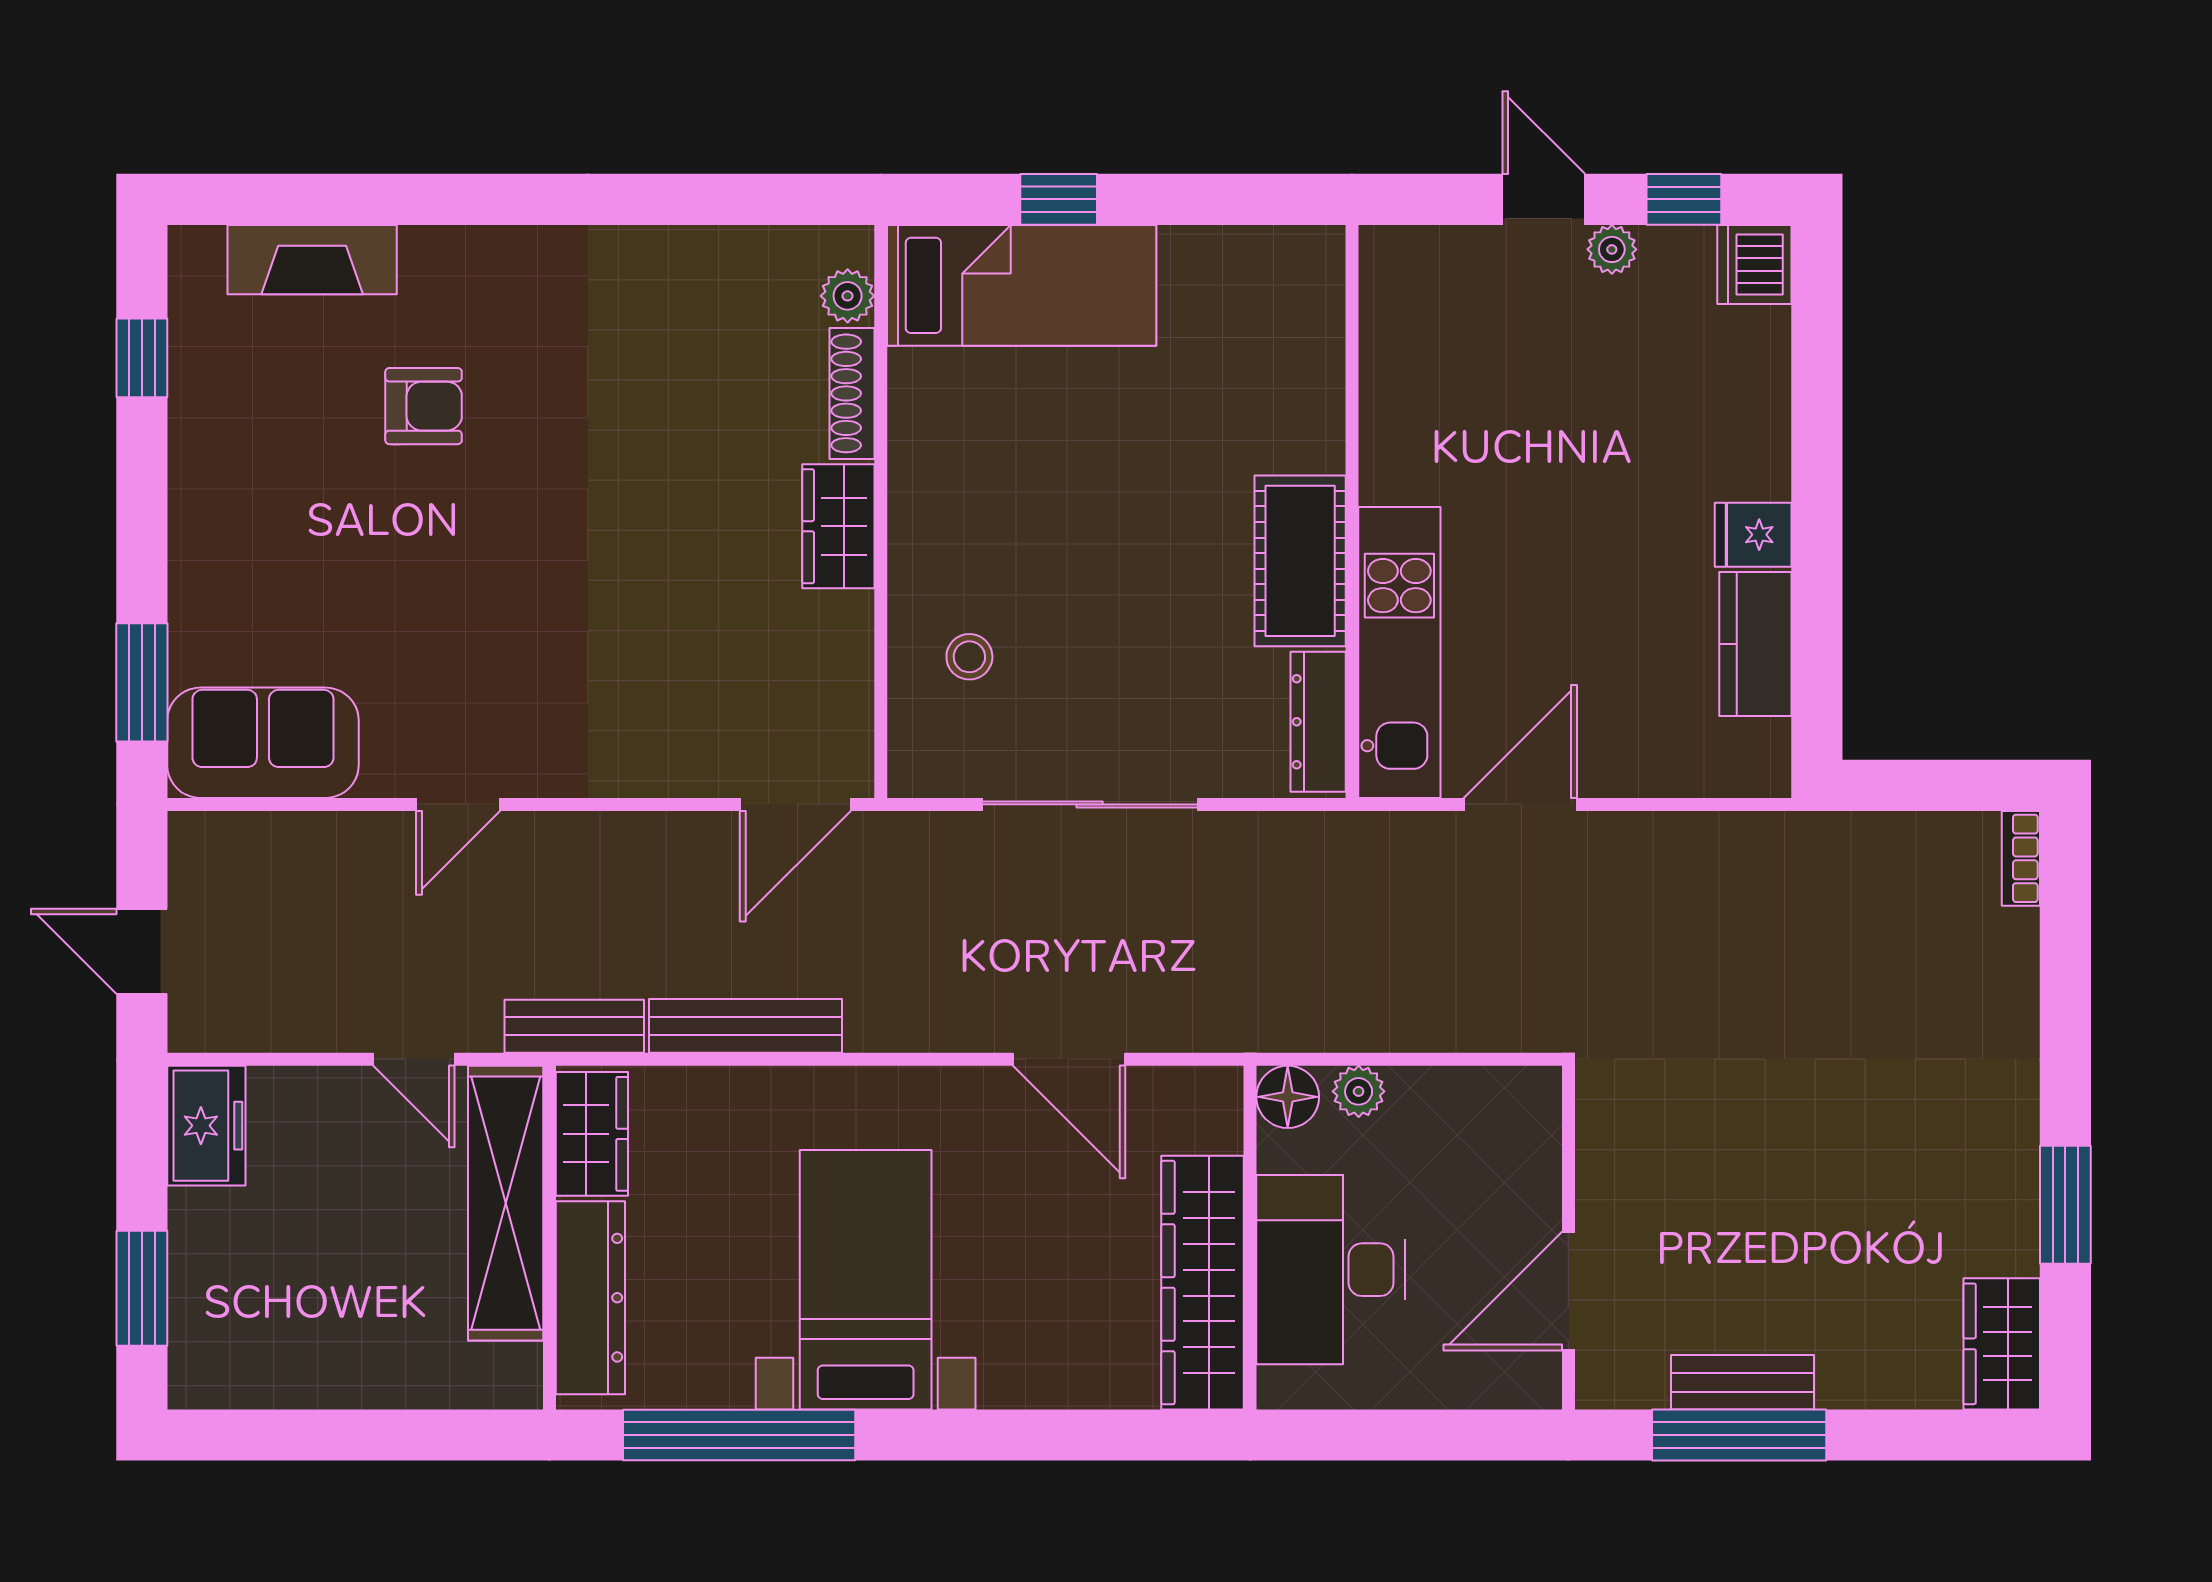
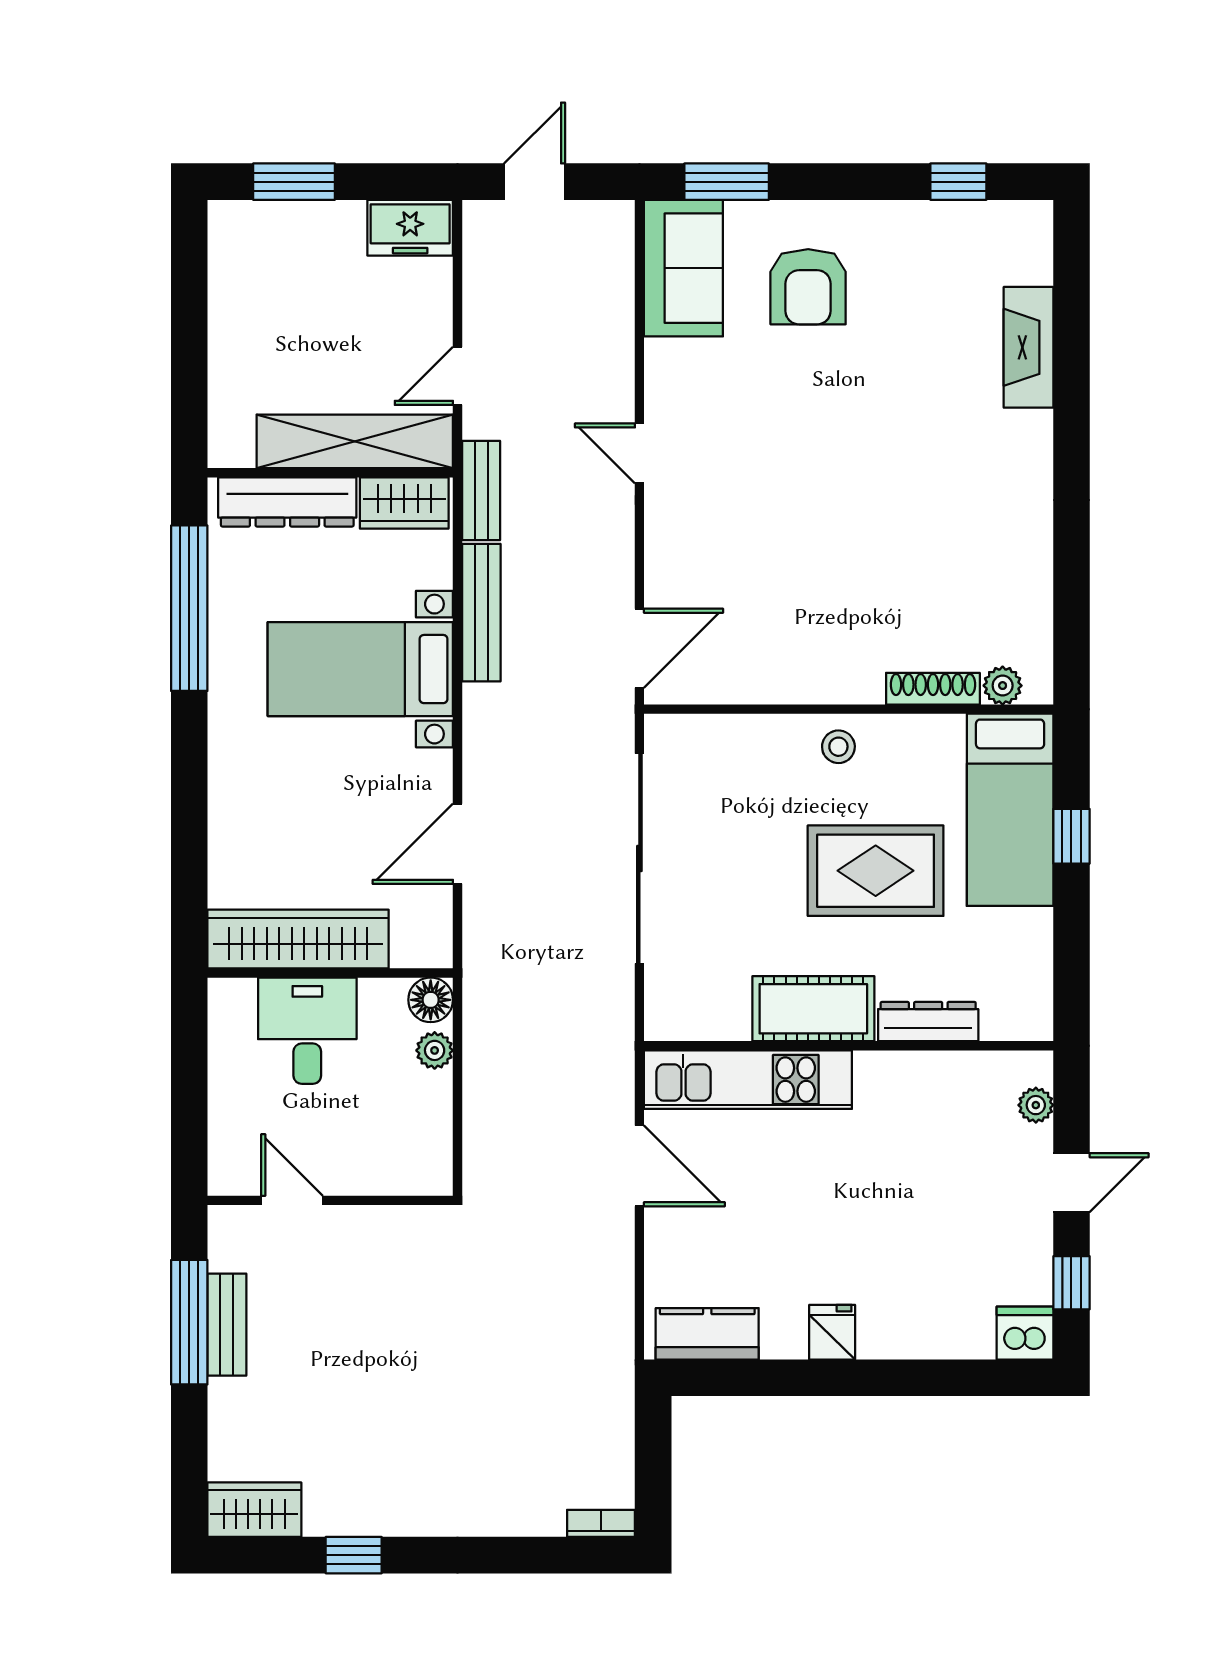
plant: (1612, 249) -> (1036, 1105), moved
fireplace: (312, 260) -> (1028, 347), moved
armchair: (424, 406) -> (808, 287), moved, width x1.38, depth x1.38
rug: (1107, 474) -> (876, 871), added
wardrobe: (838, 526) -> (838, 679), removed
kitchen counter: (1755, 644) -> (707, 1334), moved
stool: (969, 657) -> (838, 747), moved
dresser: (1318, 722) -> (928, 1022), moved
door: (458, 804) -> (639, 453), moved
door: (795, 804) -> (639, 648), swing flipped
sliding door: (1090, 804) -> (639, 858), width x1.36
window: (2065, 1205) -> (354, 1555), width x0.67
desk: (1331, 1270) -> (307, 1031), width x0.73
bed with nightstands: (866, 1280) -> (360, 669), moved, turned 180
door: (1568, 1291) -> (292, 1200), width x0.73

